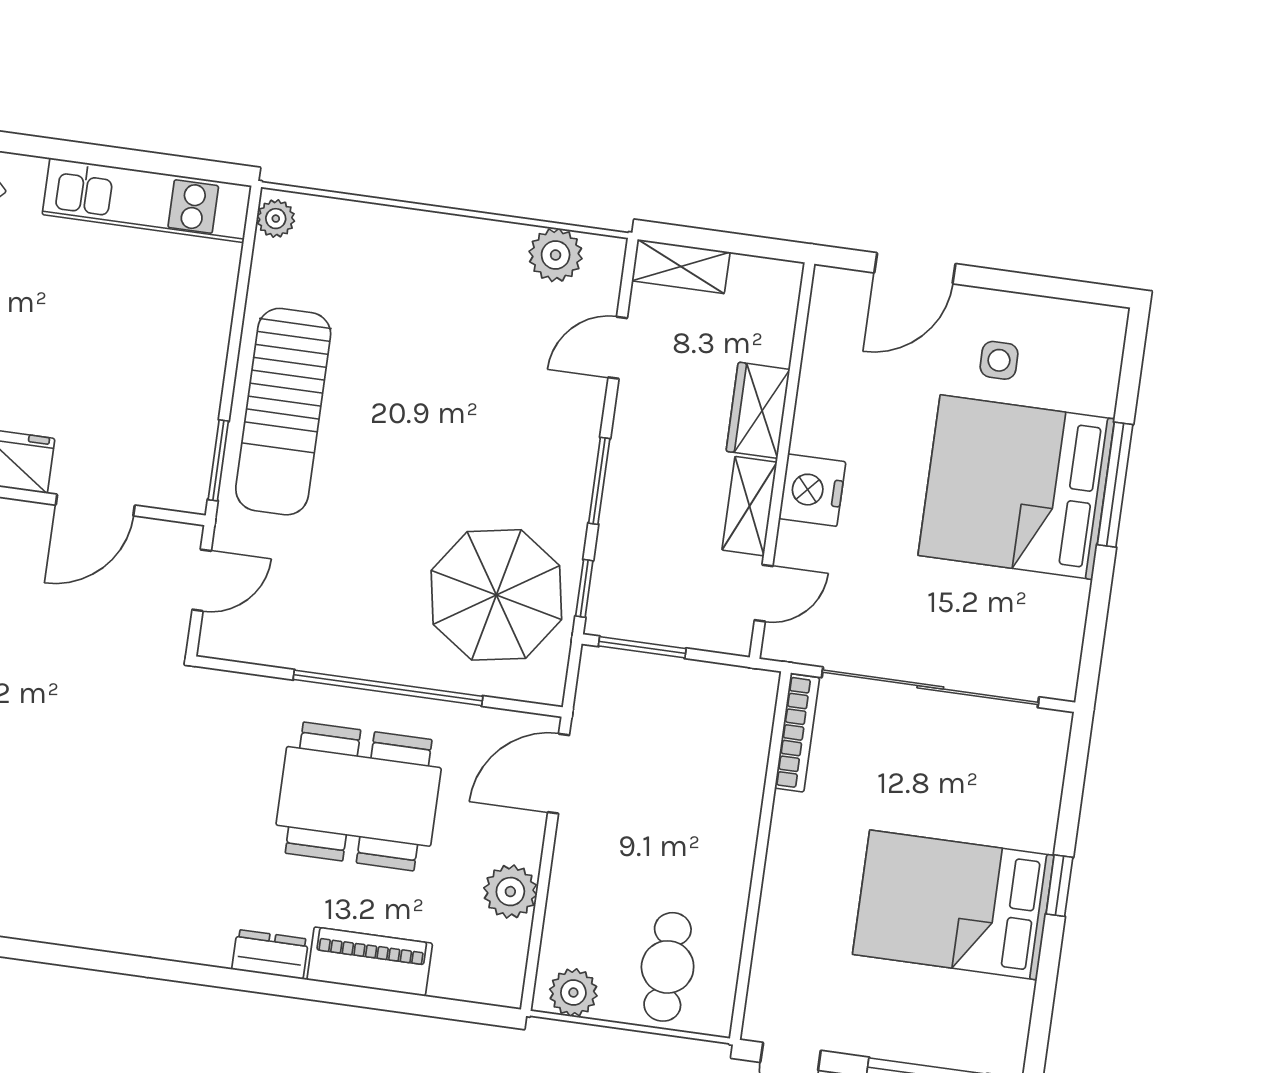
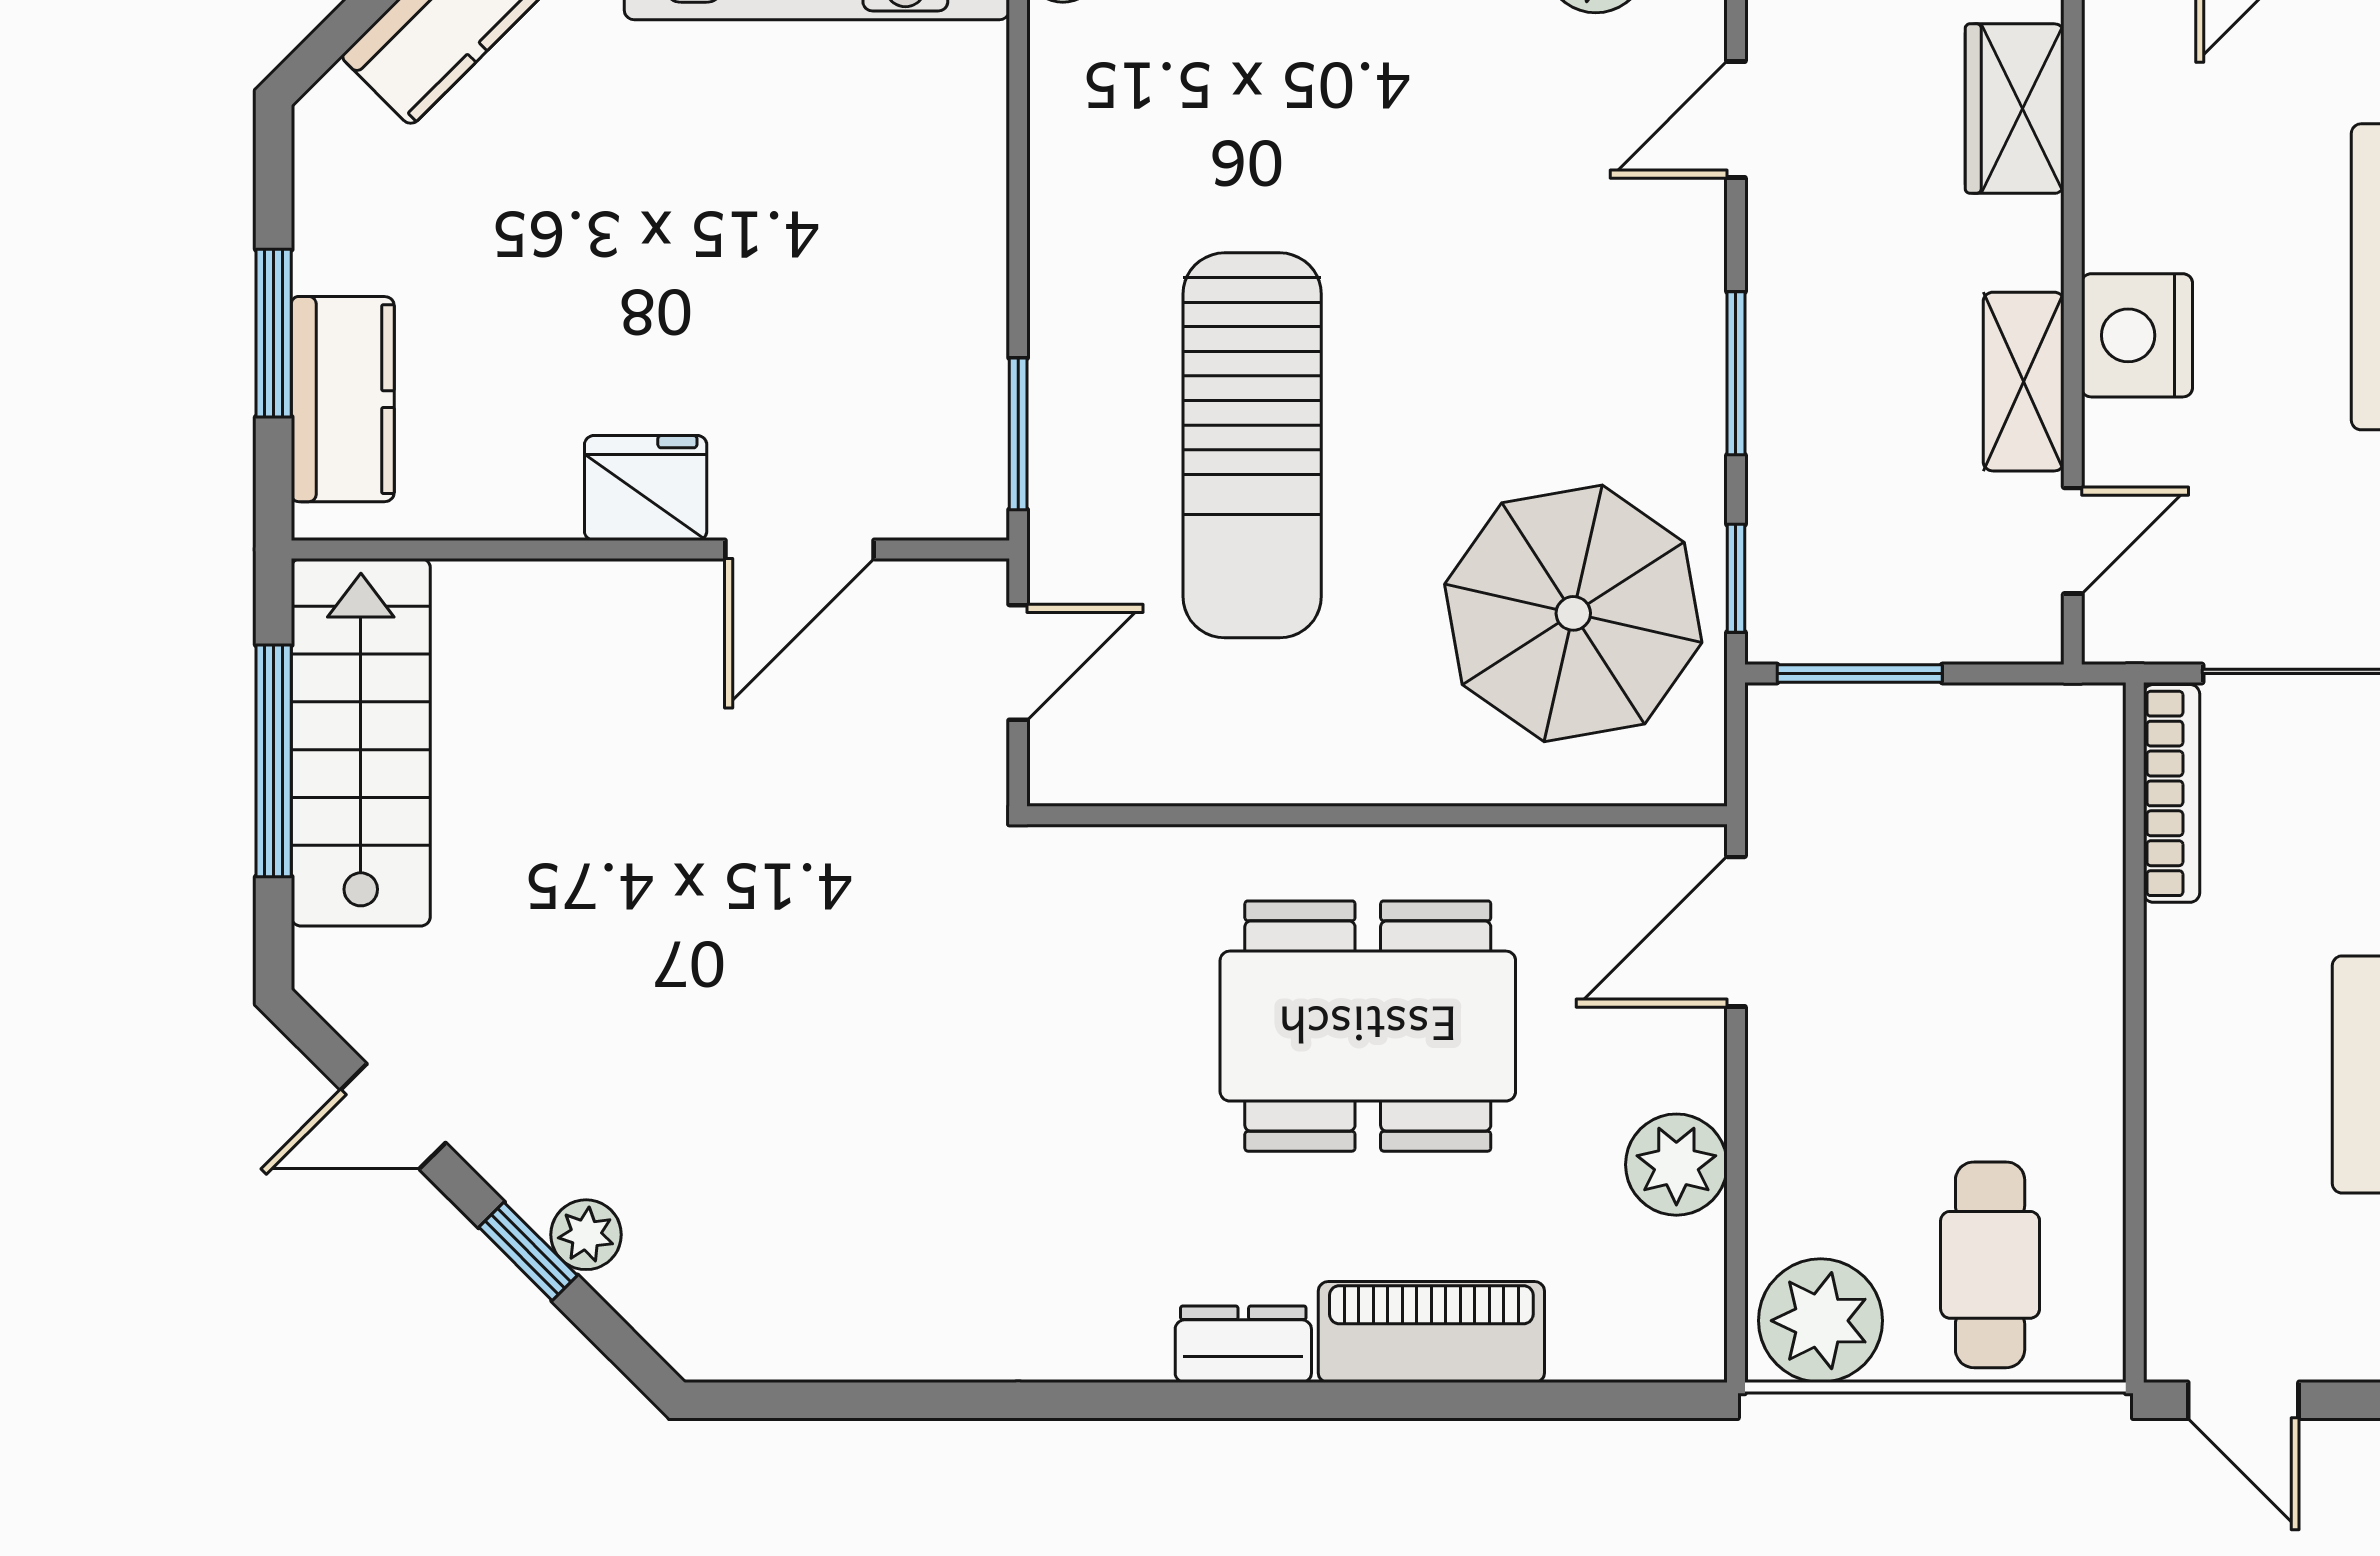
wardrobe: (758, 410) -> (2015, 109), moved
sun lounger: (283, 412) -> (1252, 445), moved
window: (388, 688) -> (1395, 815), removed
plant: (573, 992) -> (1821, 1321), width x1.36, depth x1.36

